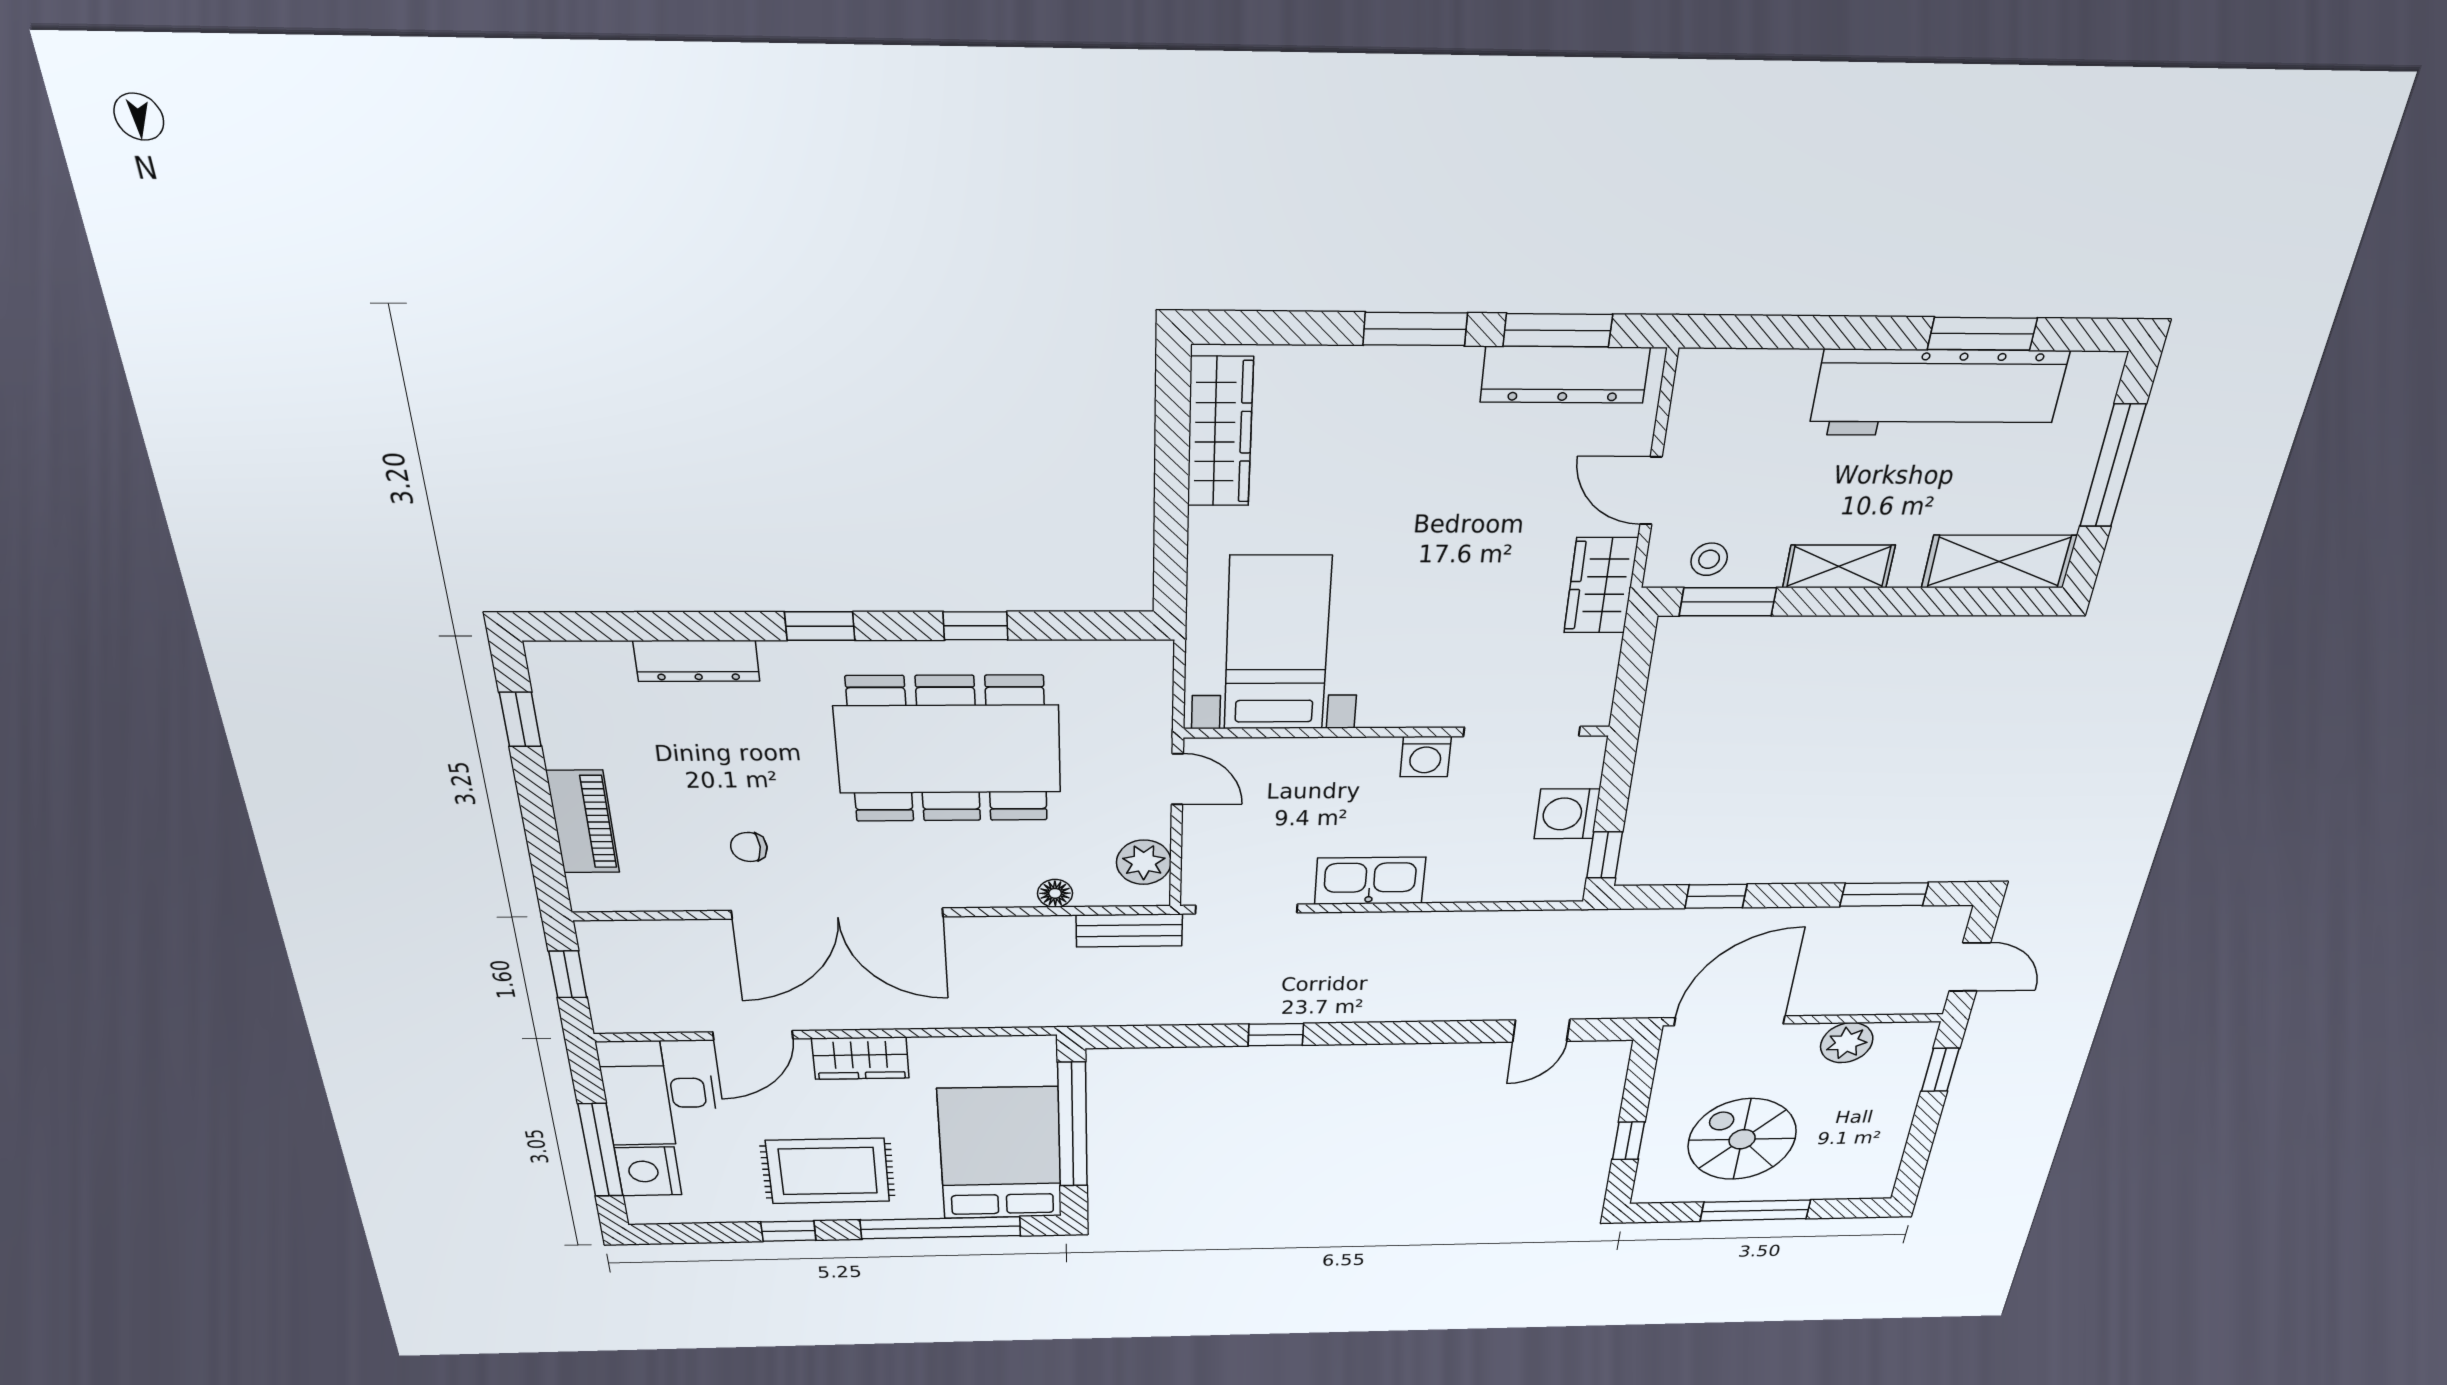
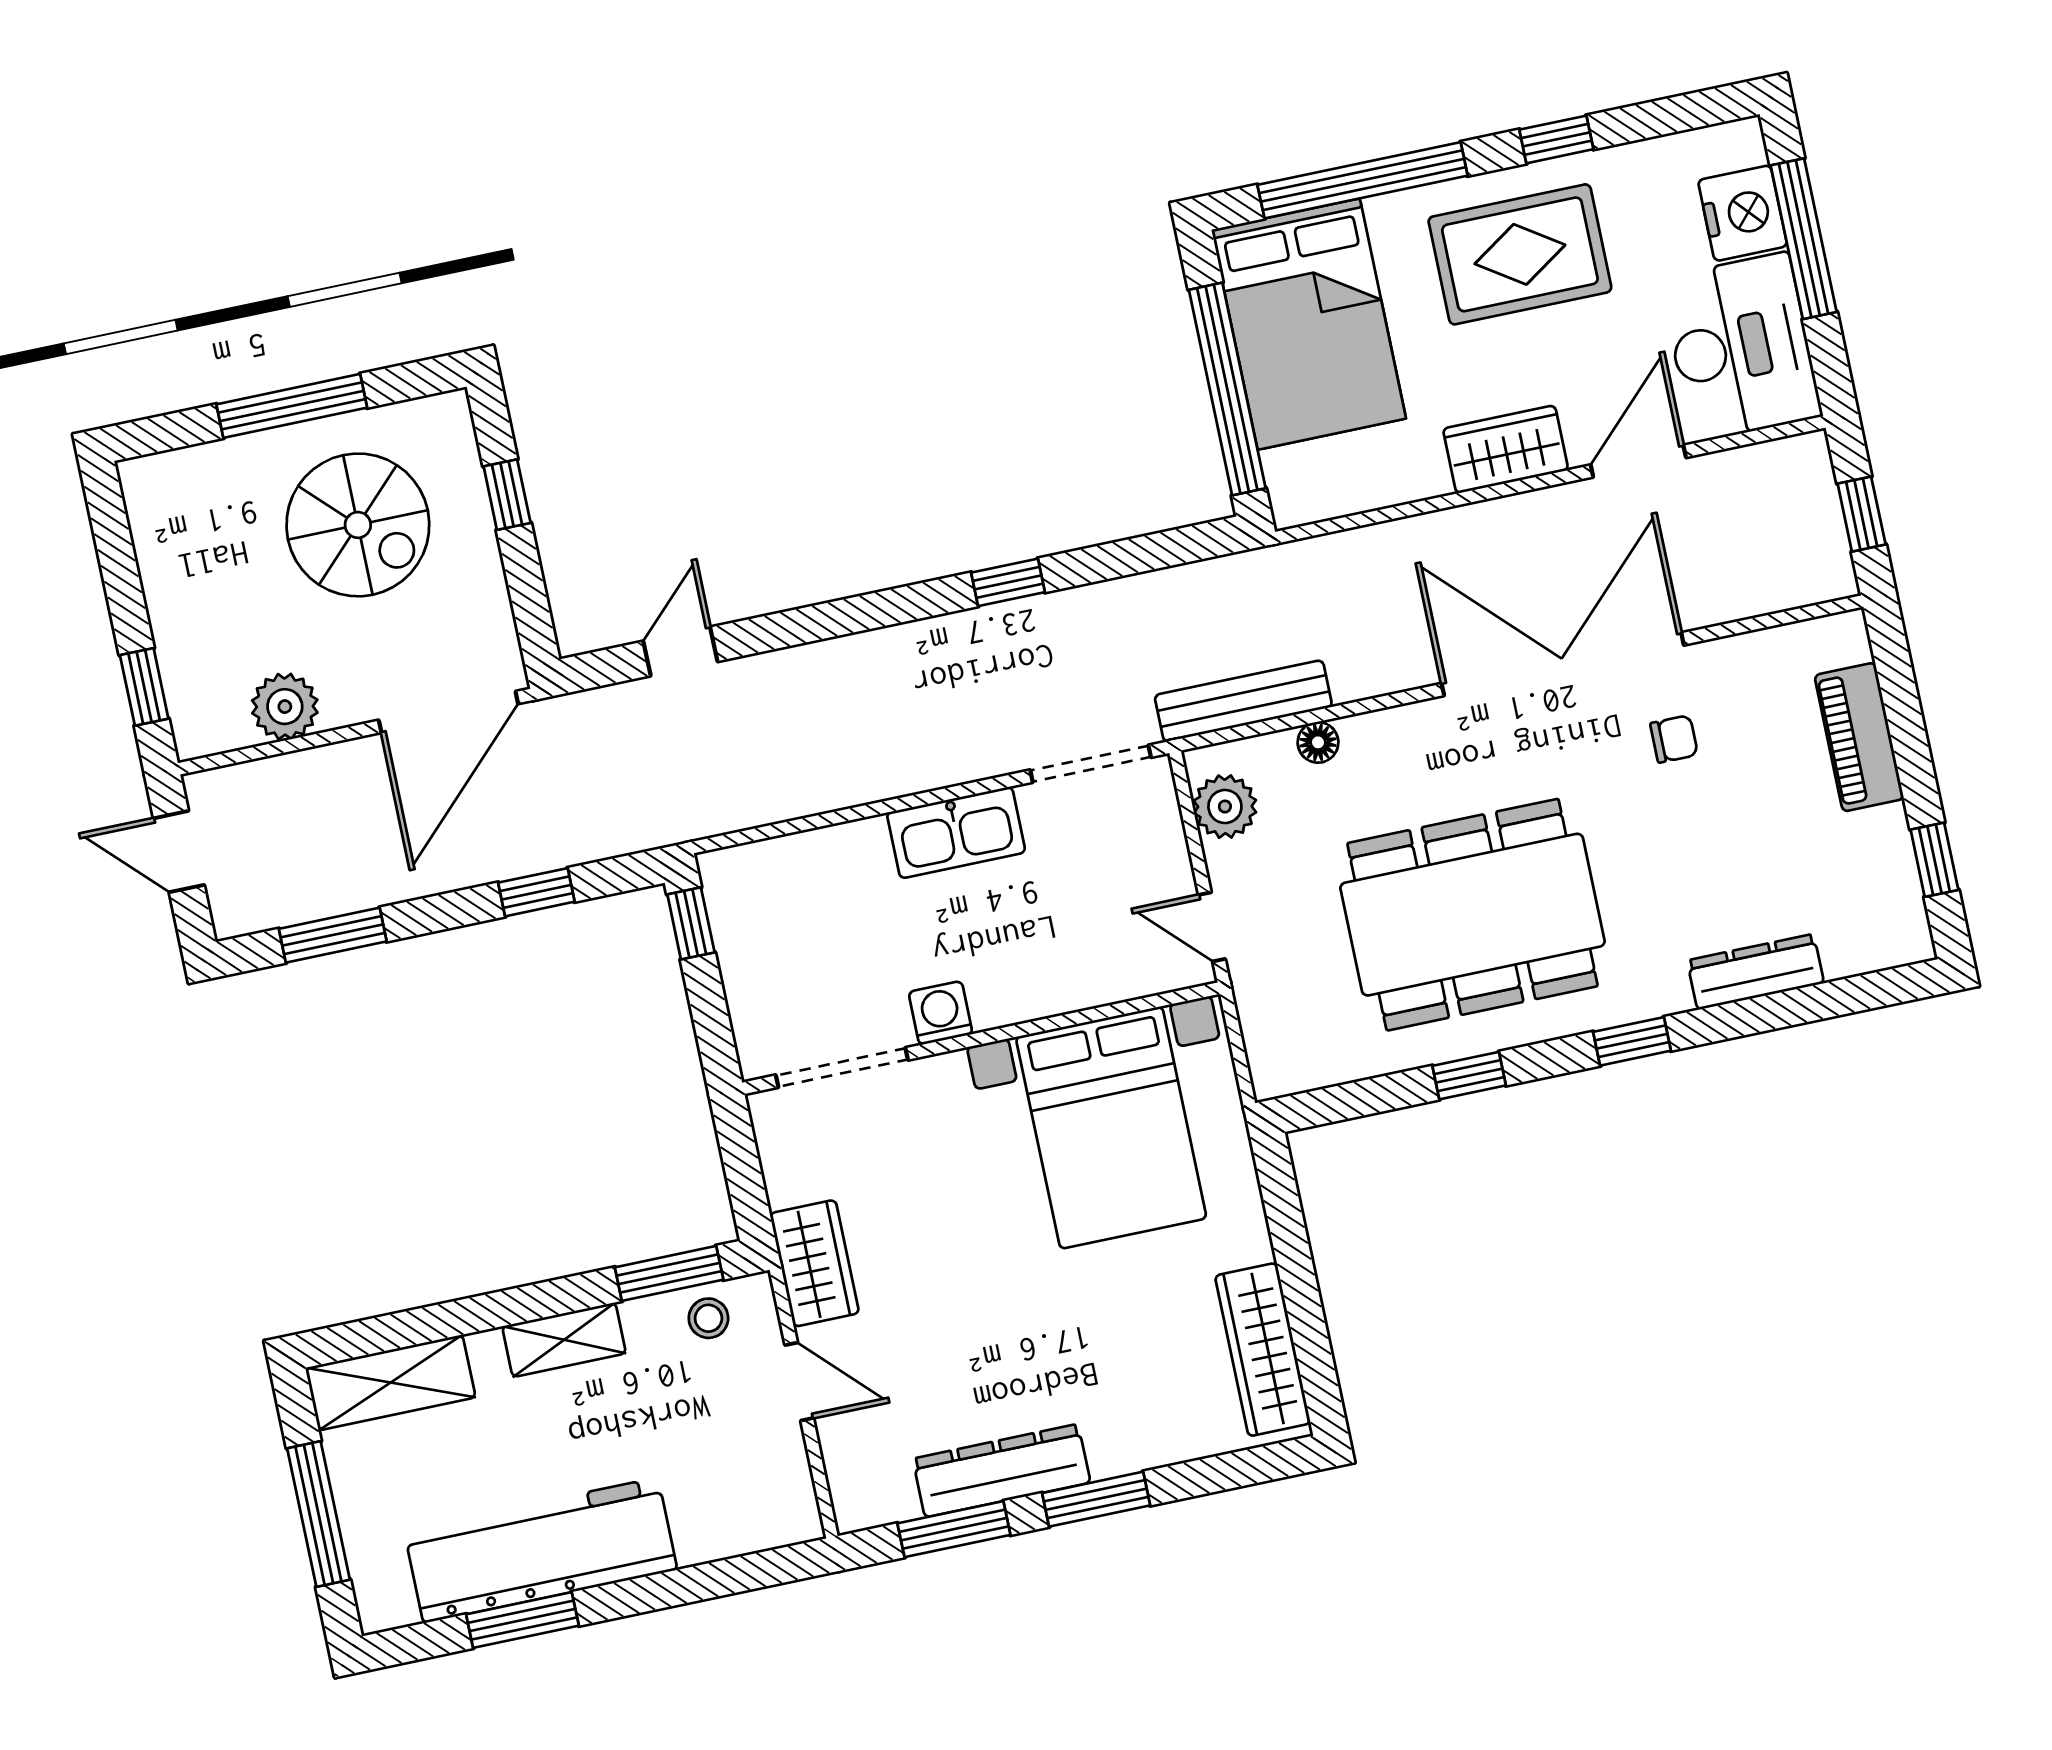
dresser: (1565, 375) -> (1002, 1471), moved
bed with nightstands: (1277, 644) -> (1111, 1128), width x1.36
washing machine: (1567, 814) -> (754, 970), removed
bench: (1129, 930) -> (1243, 701), width x1.36

